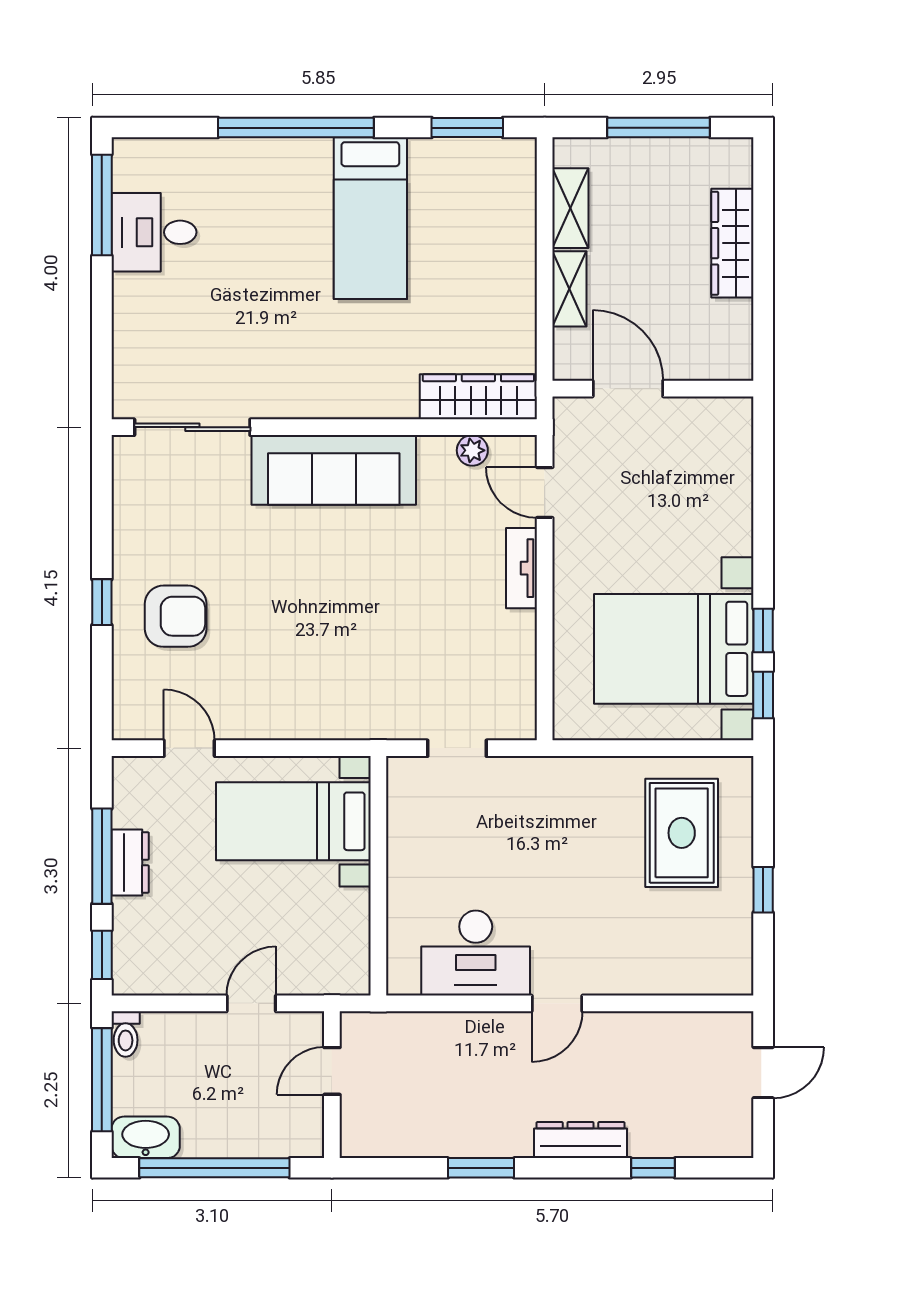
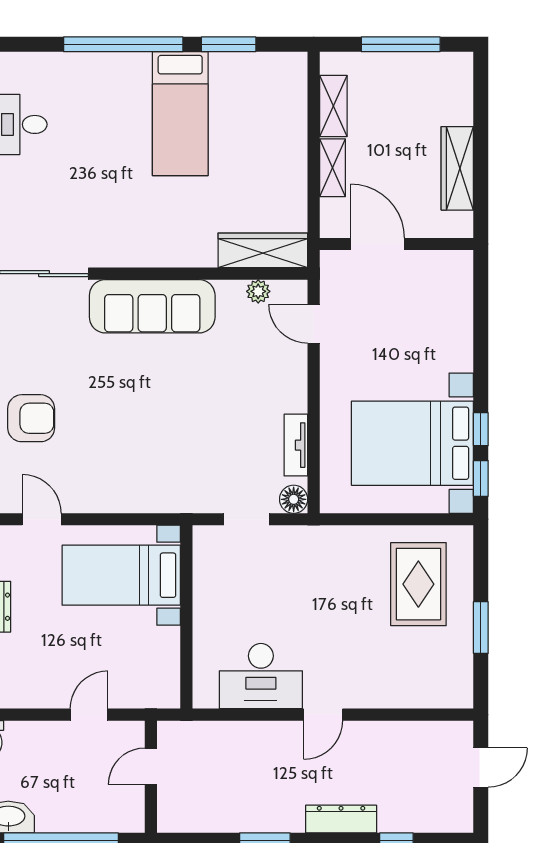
window: (467, 128) -> (229, 44), moved
wardrobe: (732, 243) -> (457, 168), moved
tv unit: (522, 568) -> (296, 445), moved
floor lamp: (519, 722) -> (294, 499), added
window: (763, 890) -> (481, 628), width x1.50

